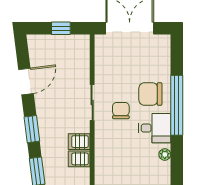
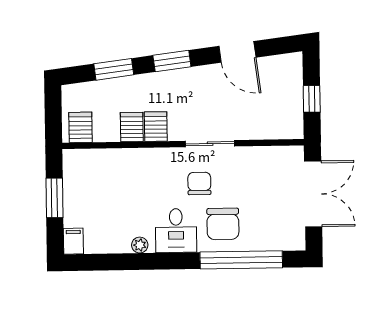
chair: (150, 94) -> (223, 224), turned 180
window: (177, 105) -> (241, 260), moved
chair: (121, 111) -> (199, 184), turned -90

